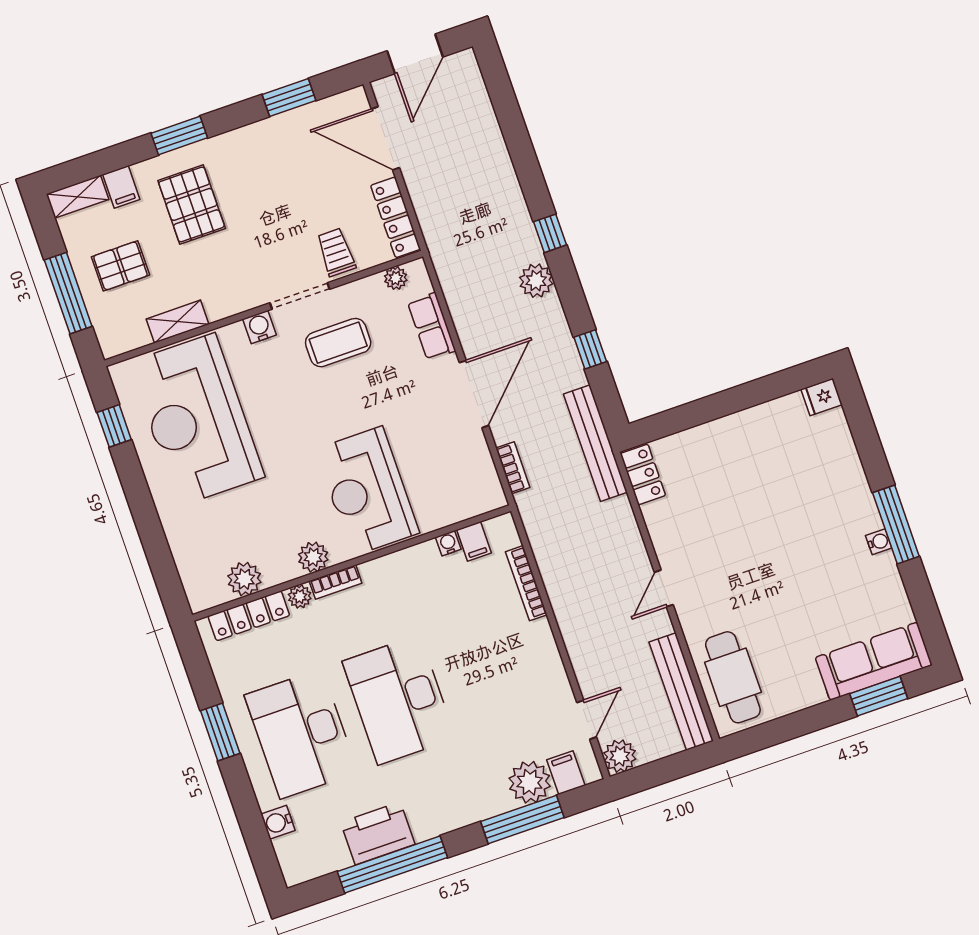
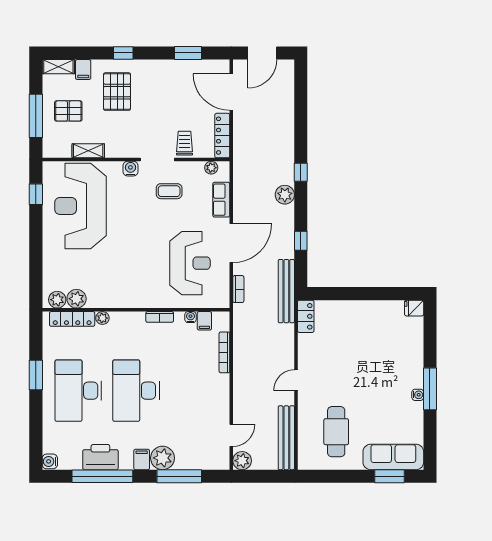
window: (179, 136) -> (123, 53), width x0.67
coffee table: (338, 343) -> (169, 191), width x0.73, depth x0.77
reception desk: (367, 491) -> (190, 263), moved, turned 180
plant: (313, 557) -> (57, 300), moved
bookcase: (336, 582) -> (160, 317), moved
cafe table: (733, 677) -> (336, 432), moved
filing cabinet: (566, 773) -> (142, 459), moved
plant: (530, 782) -> (163, 458), moved
water cooler: (278, 822) -> (50, 461), moved

